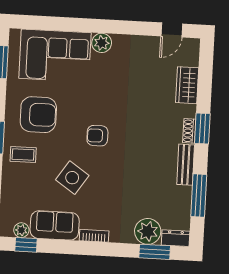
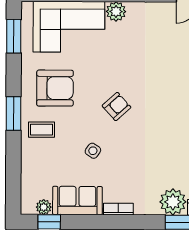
armchair: (97, 136) -> (116, 107), turned 138
side table: (72, 178) -> (93, 151), width x0.54, depth x0.54

